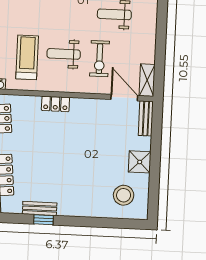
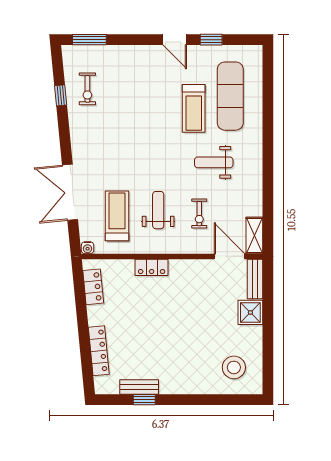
weight bench: (64, 54) -> (158, 210), turned 90
exercise bike: (100, 59) -> (199, 214), width x0.73, depth x0.72
shower: (140, 162) -> (250, 312), moved

